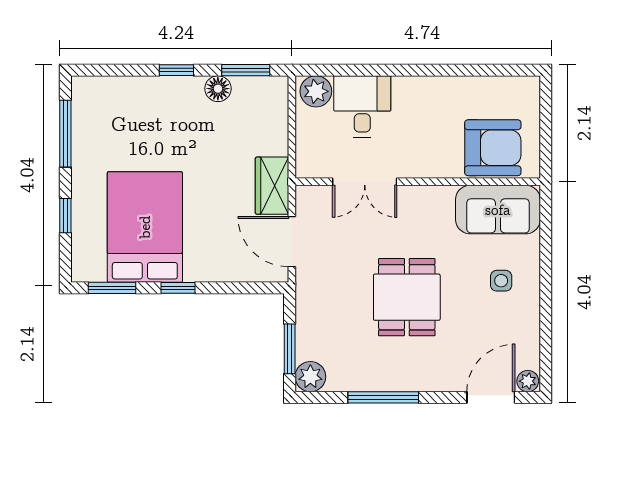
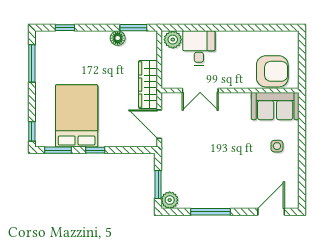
window: (176, 70) -> (65, 28), moved
wardrobe: (272, 186) -> (148, 85), width x1.50
window: (65, 216) -> (32, 131), moved
dining table: (407, 297) -> (224, 155), removed
plant: (528, 381) -> (292, 203), removed

